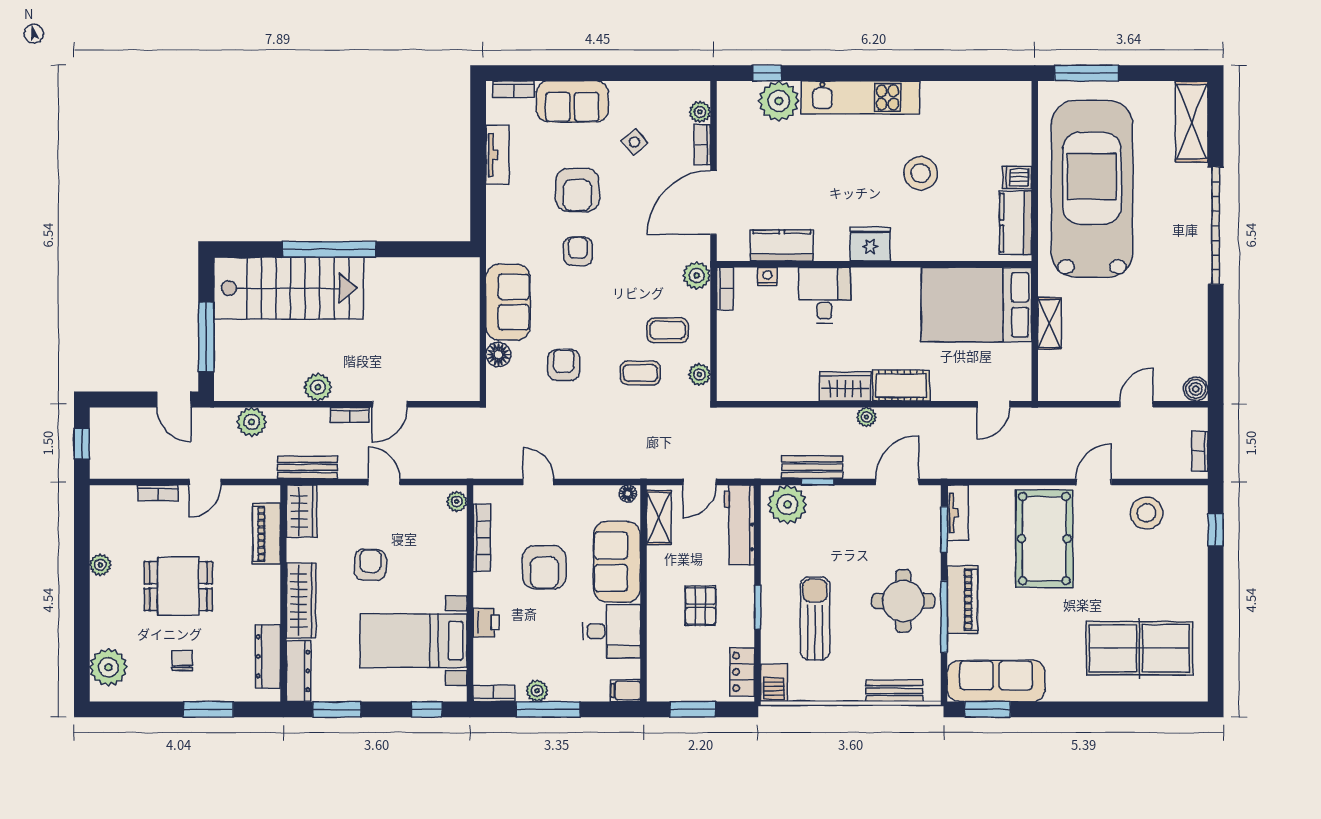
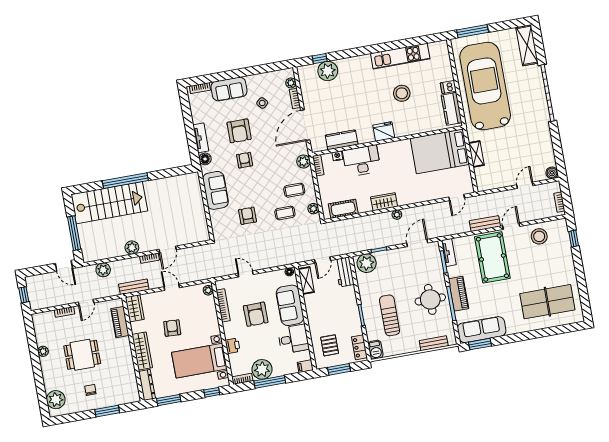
kitchen unit: (860, 97) -> (400, 56), moved
tv unit: (497, 155) -> (201, 138), moved
desk: (824, 295) -> (362, 161), width x1.37
floor lamp: (498, 355) -> (205, 159), moved
cot: (901, 386) -> (343, 209), moved
bench: (812, 467) -> (485, 224), moved
workbench: (739, 525) -> (344, 272), width x0.73
pallet: (701, 606) -> (330, 345), moved
dresser: (268, 656) -> (131, 381), removed
plant: (537, 691) -> (262, 369), width x1.88, depth x1.88

